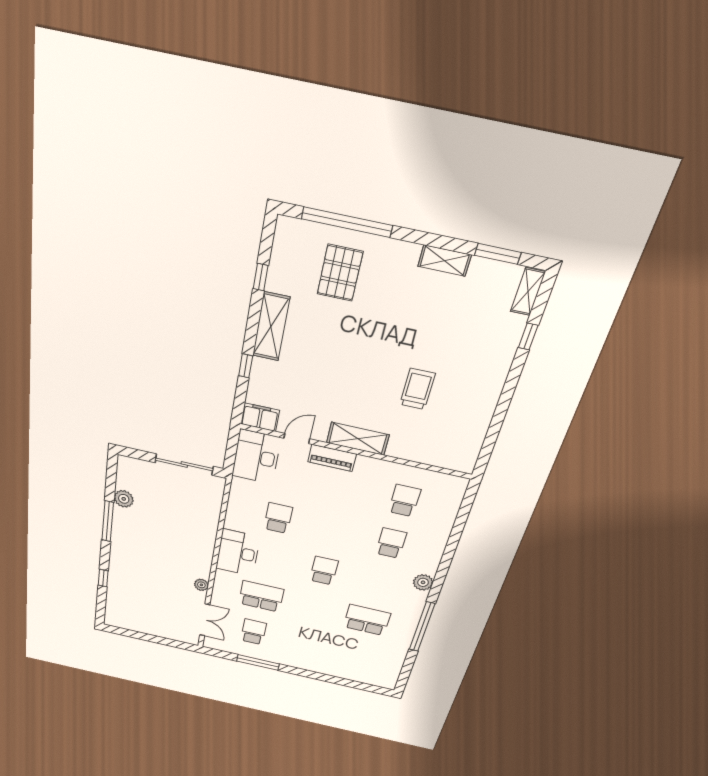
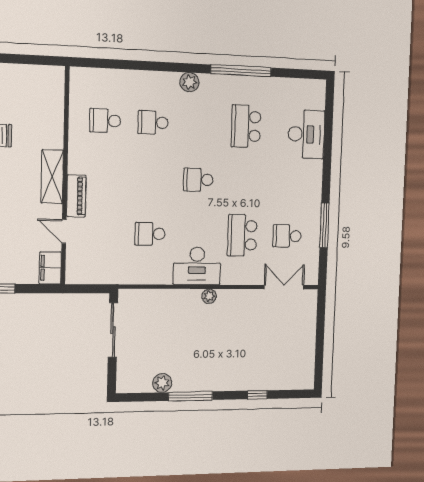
desk: (256, 457) -> (306, 134), moved, turned -90
plant: (201, 585) -> (209, 296), moved

